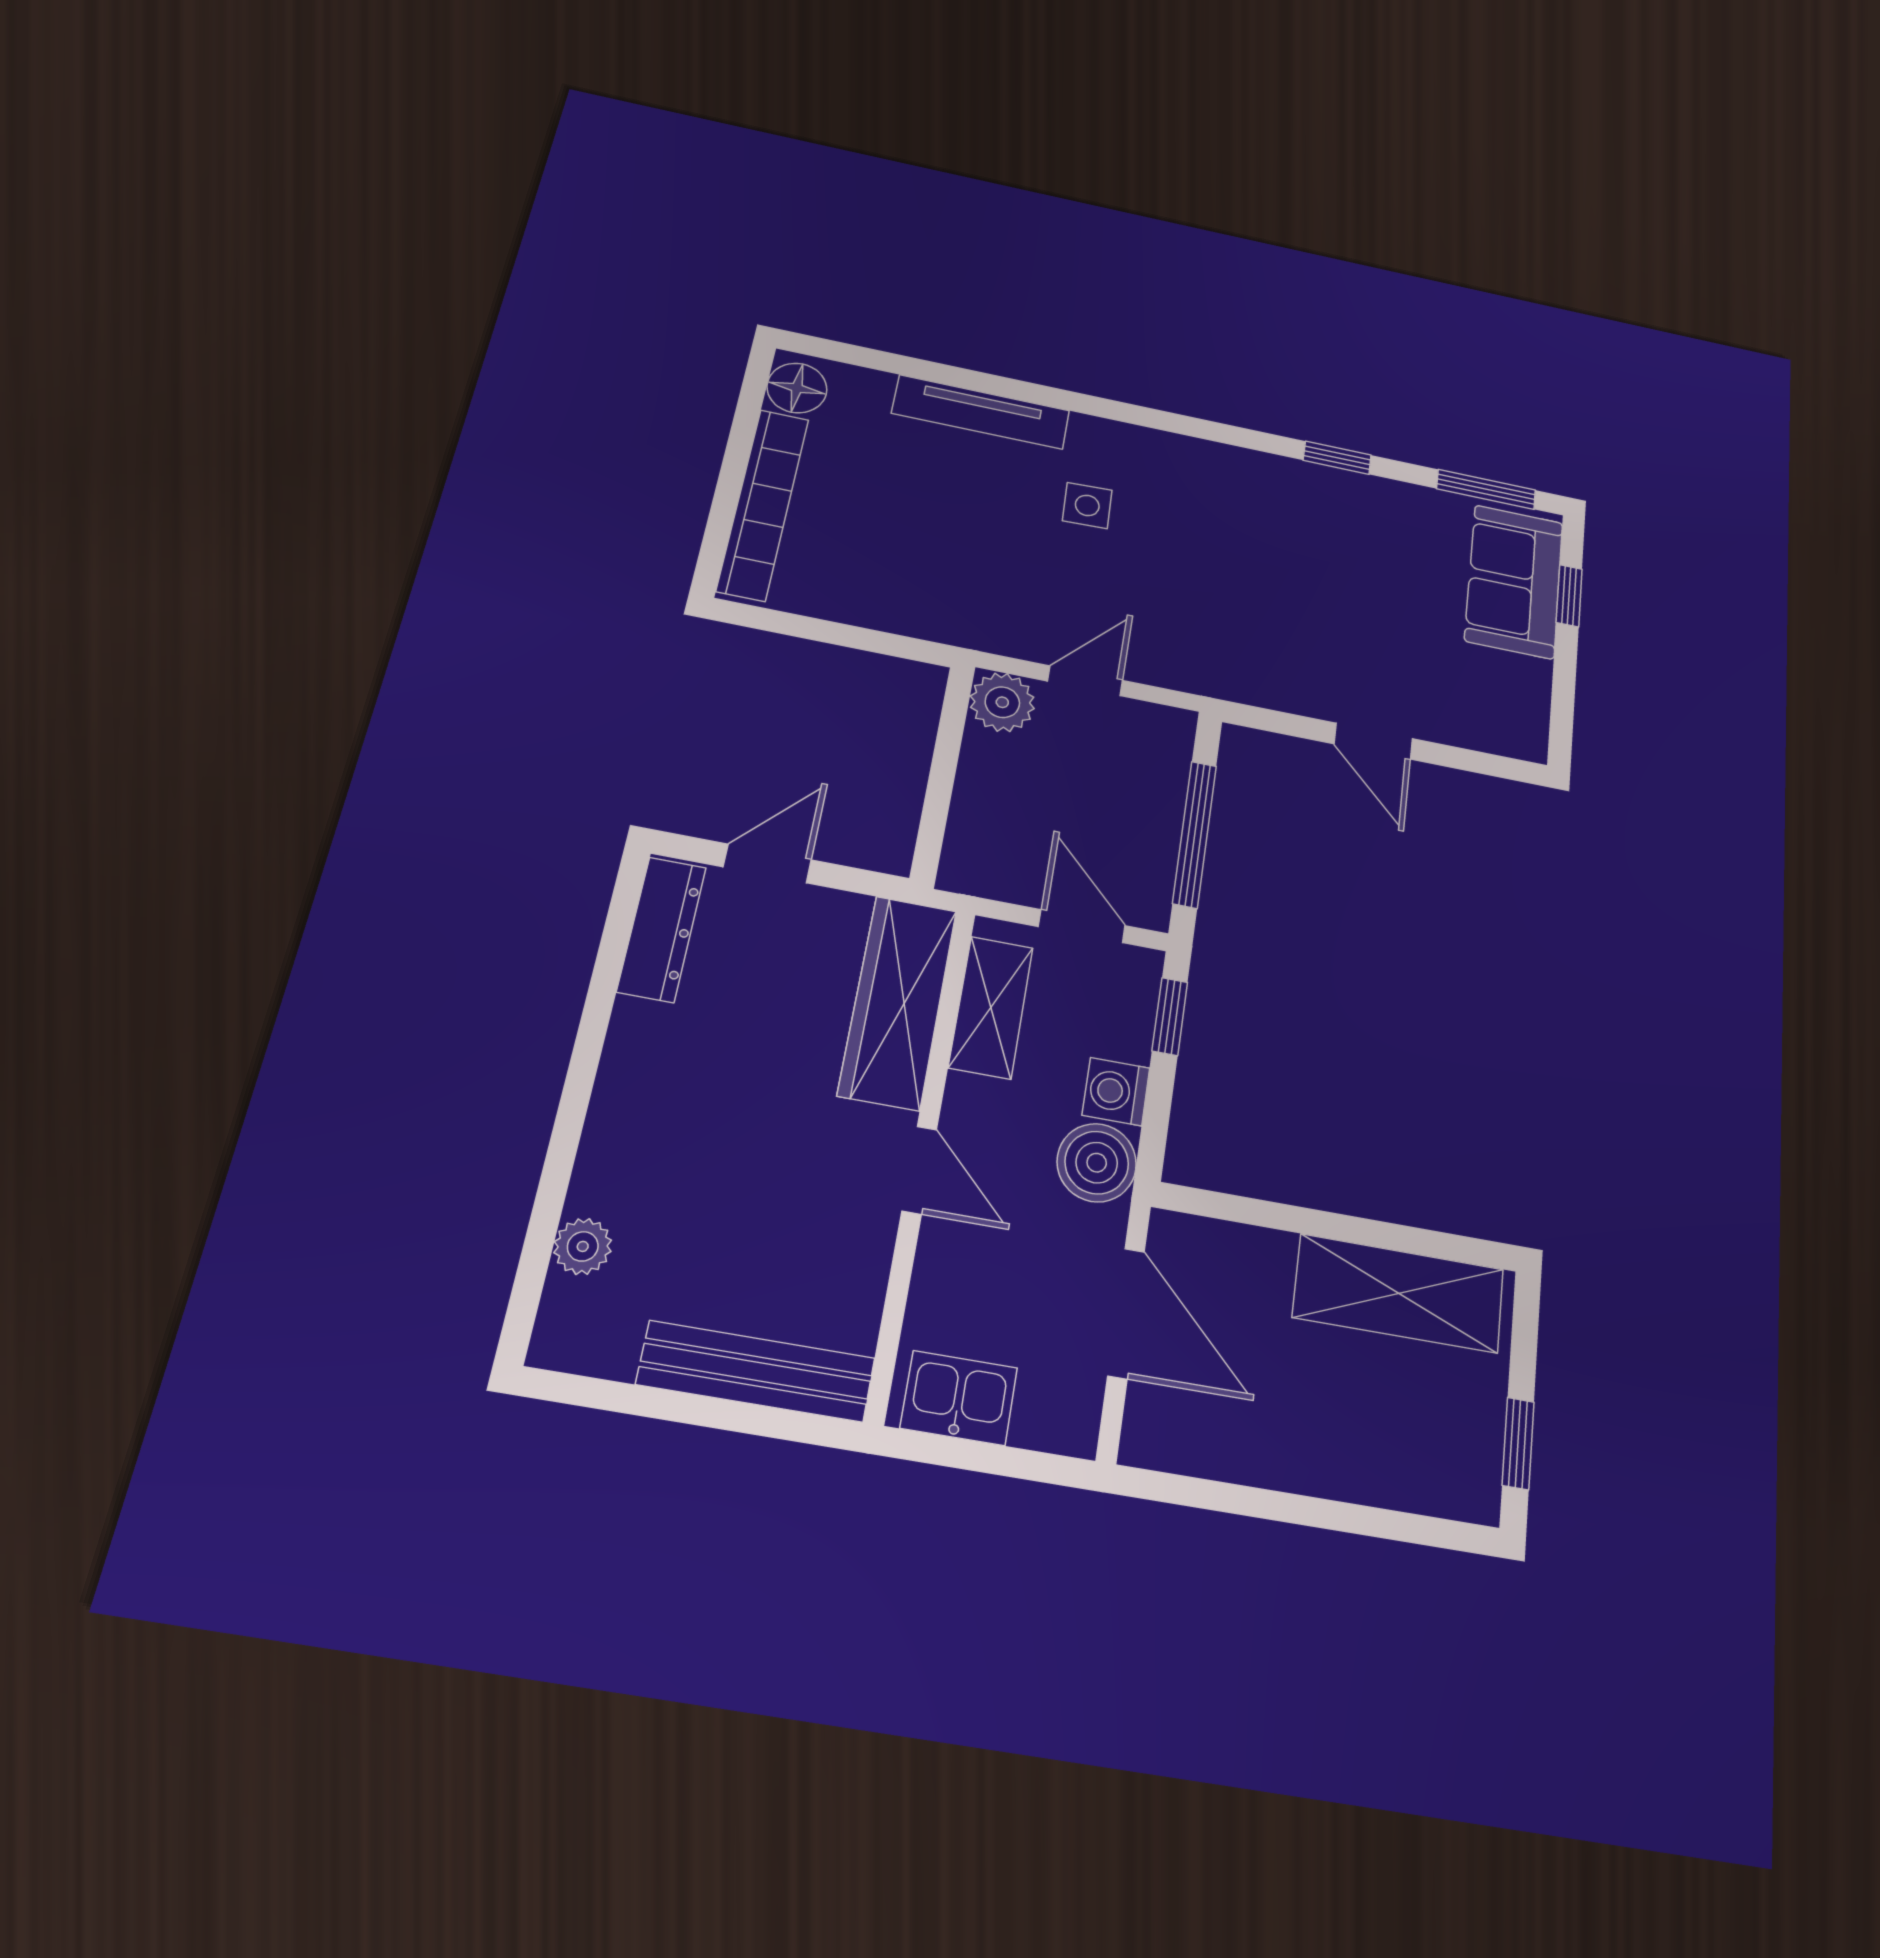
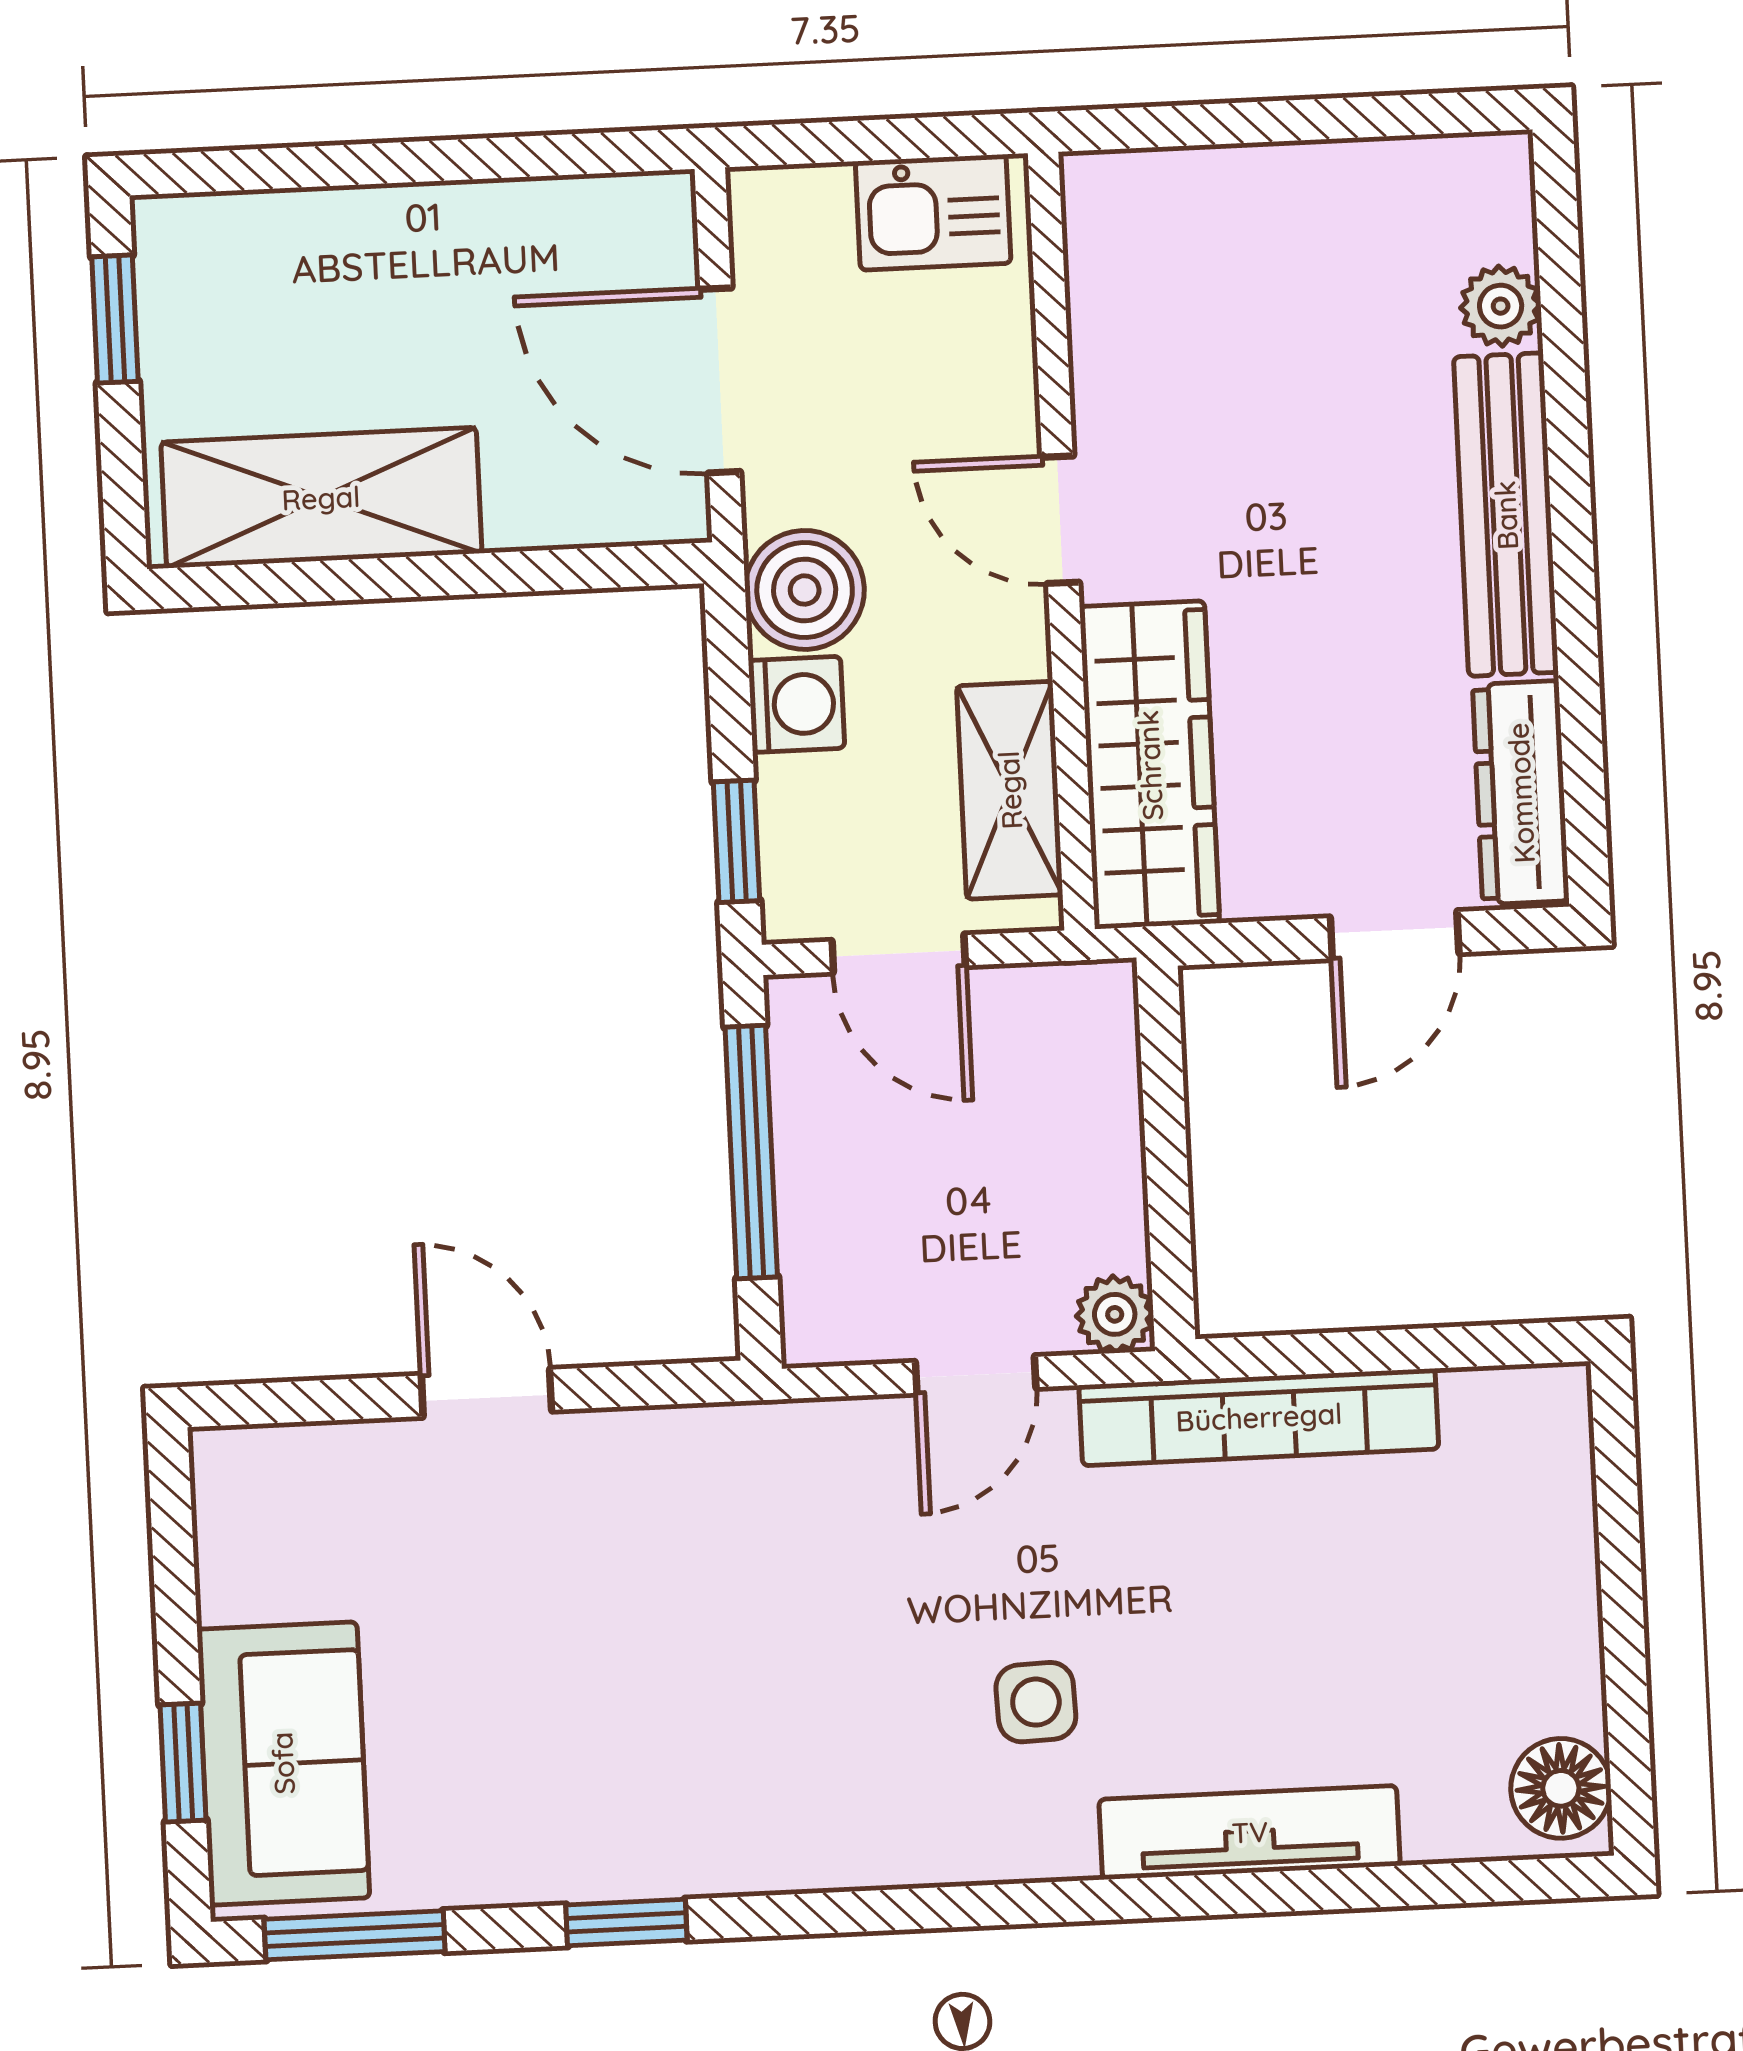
bookcase: (763, 504) -> (1259, 1417), moved, turned -90
plant: (1002, 702) -> (1115, 1314), width x0.73, depth x0.73
bench: (756, 1371) -> (1506, 515), moved, turned 90

